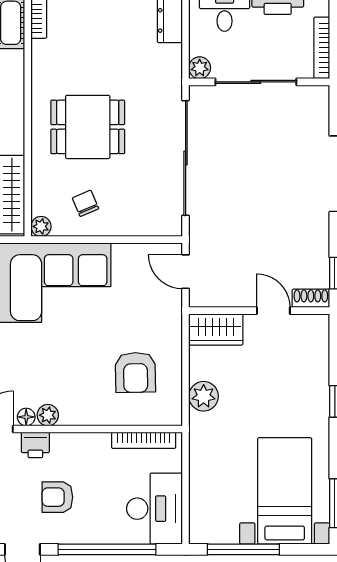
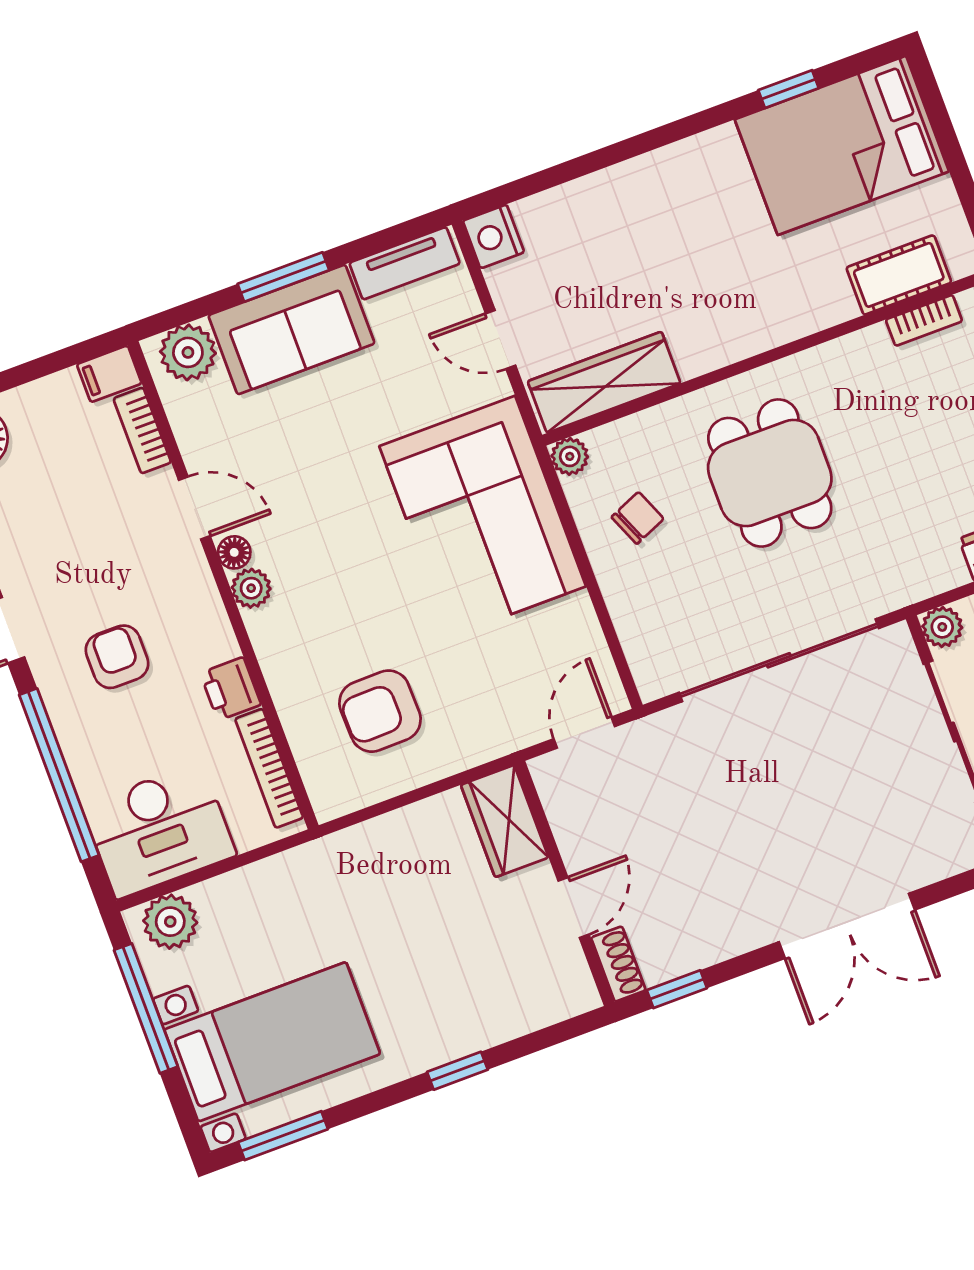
plant: (204, 396) -> (170, 922), moved
printer: (35, 445) -> (231, 689), moved

